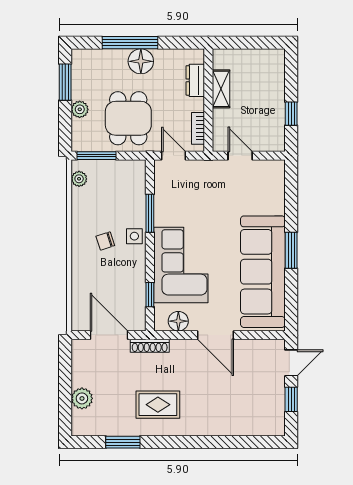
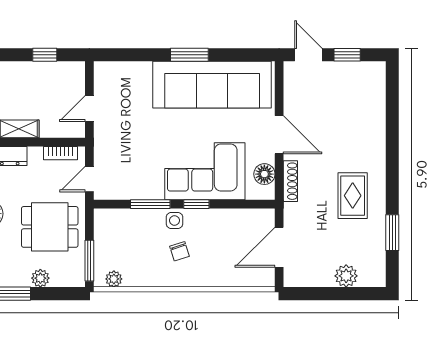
window: (150, 295) -> (196, 204), moved
door: (216, 335) -> (279, 135), hinge flipped
shoe rack: (150, 346) -> (290, 181), moved

